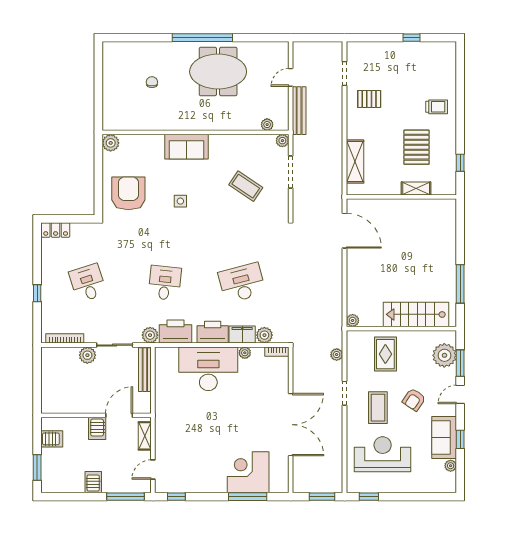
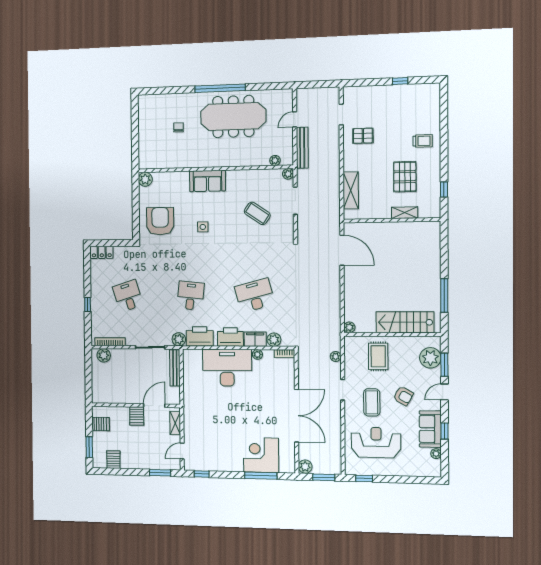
meeting table: (218, 72) -> (233, 117), width x1.36
plant: (87, 355) -> (104, 355), moved
armchair: (414, 400) -> (403, 396), turned -95
server rack: (93, 482) -> (113, 460), moved
plant: (300, 485) -> (305, 467), added
window: (125, 497) -> (160, 473), width x0.69

